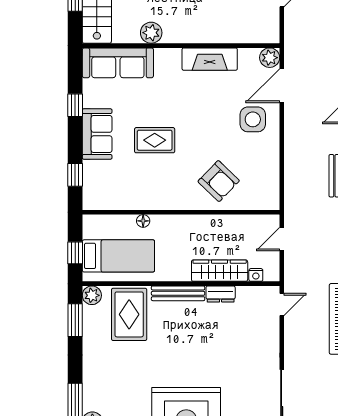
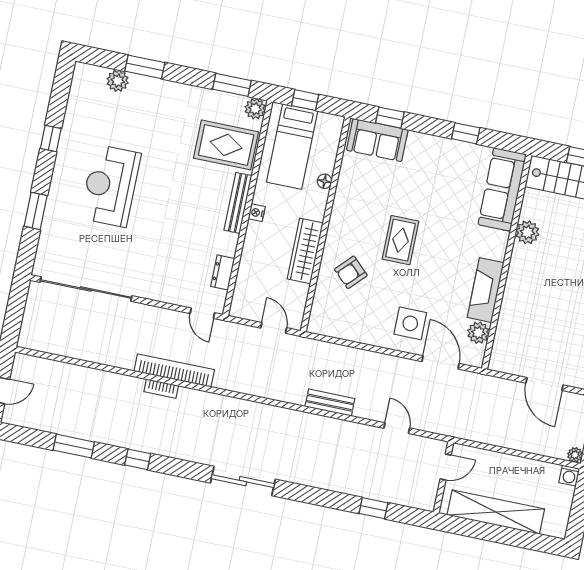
plant: (270, 58) -> (478, 333), moved
sofa: (97, 134) -> (377, 140), moved
rug: (155, 140) -> (400, 240), moved
armchair: (219, 181) -> (351, 272), width x0.72, depth x0.72
wardrobe: (220, 271) -> (305, 251), moved, turned 180
nightstand: (256, 275) -> (257, 213), moved
dresser: (221, 294) -> (223, 273), moved

